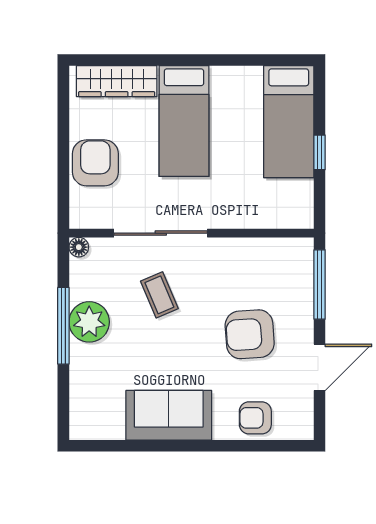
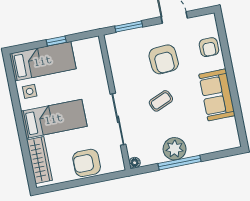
side table: (241, 88) -> (30, 91), added
window: (320, 285) -> (129, 27), width x0.69
coffee table: (159, 295) -> (161, 101), moved

